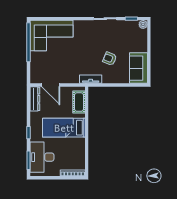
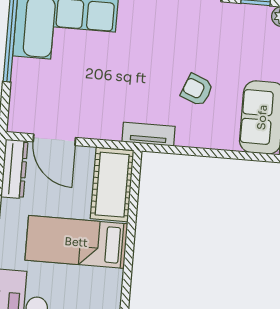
cot: (79, 102) -> (112, 185), width x1.37, depth x1.34

